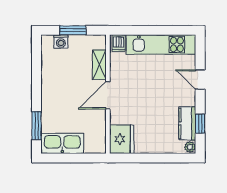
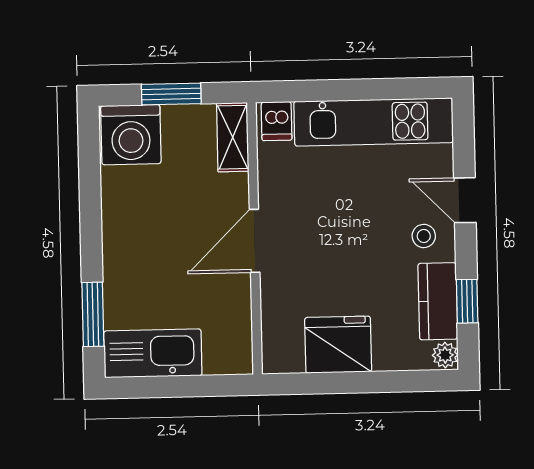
washing machine: (61, 42) -> (131, 135), width x1.89, depth x1.89
shelving: (99, 65) -> (233, 137), moved
stool: (182, 95) -> (424, 236), added
fridge: (122, 139) -> (338, 345), moved, turned -90

